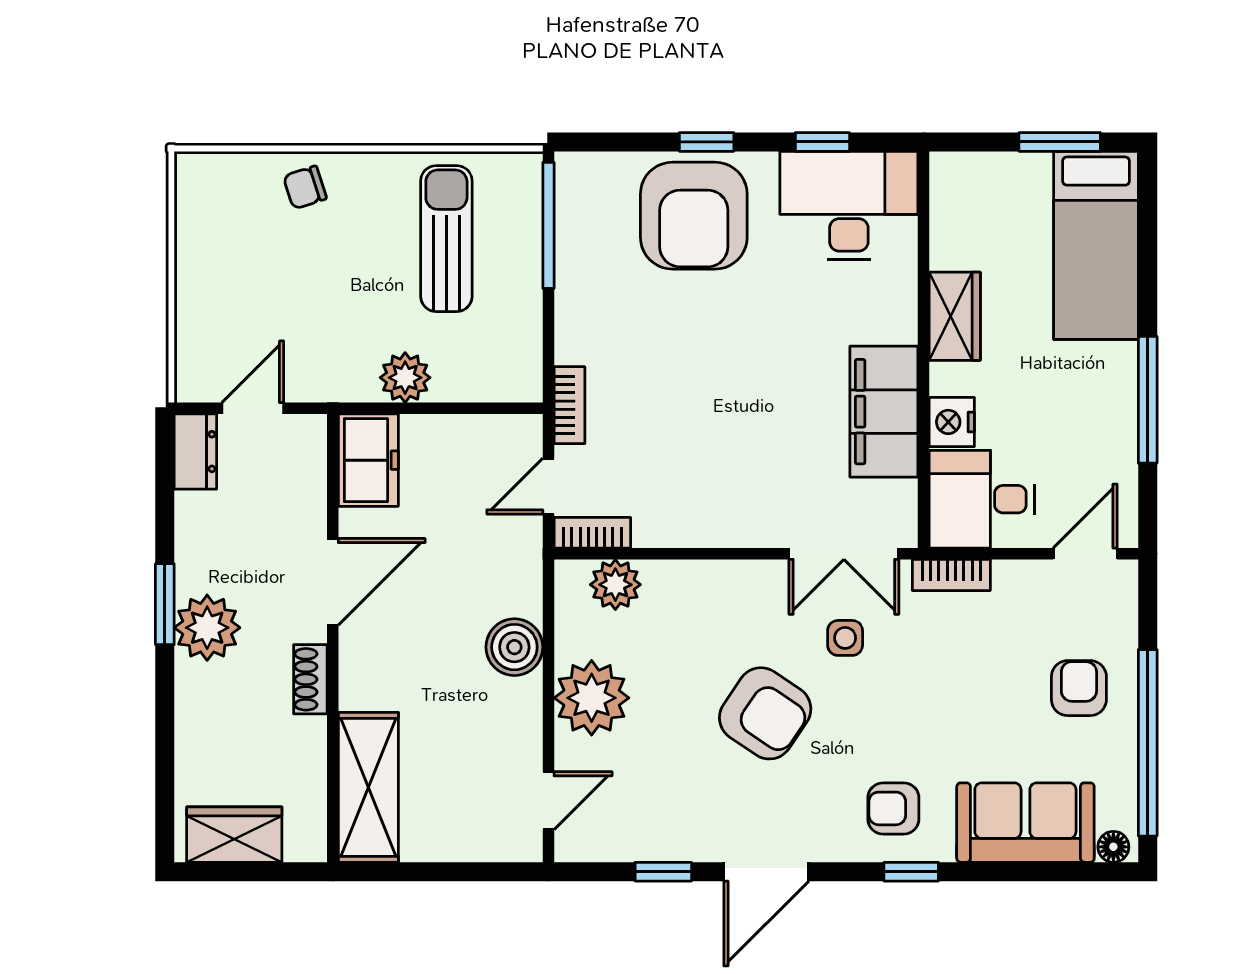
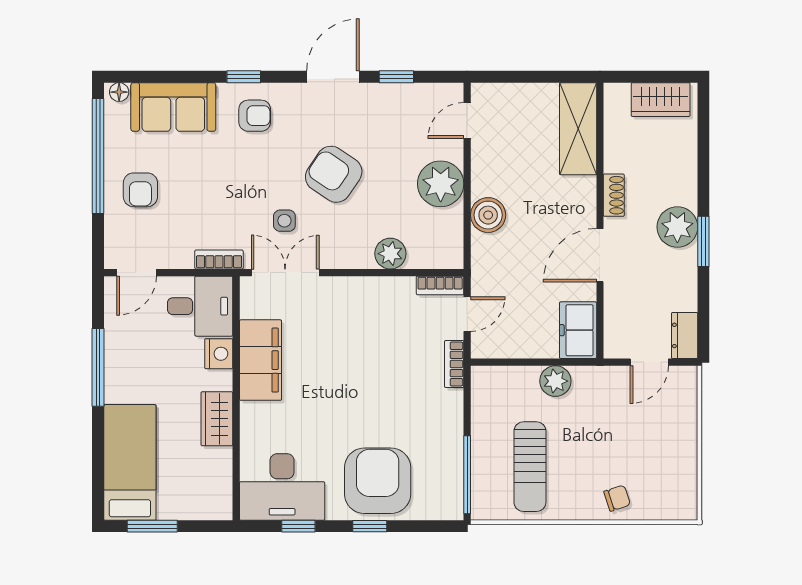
plant: (615, 585) -> (390, 254), moved

